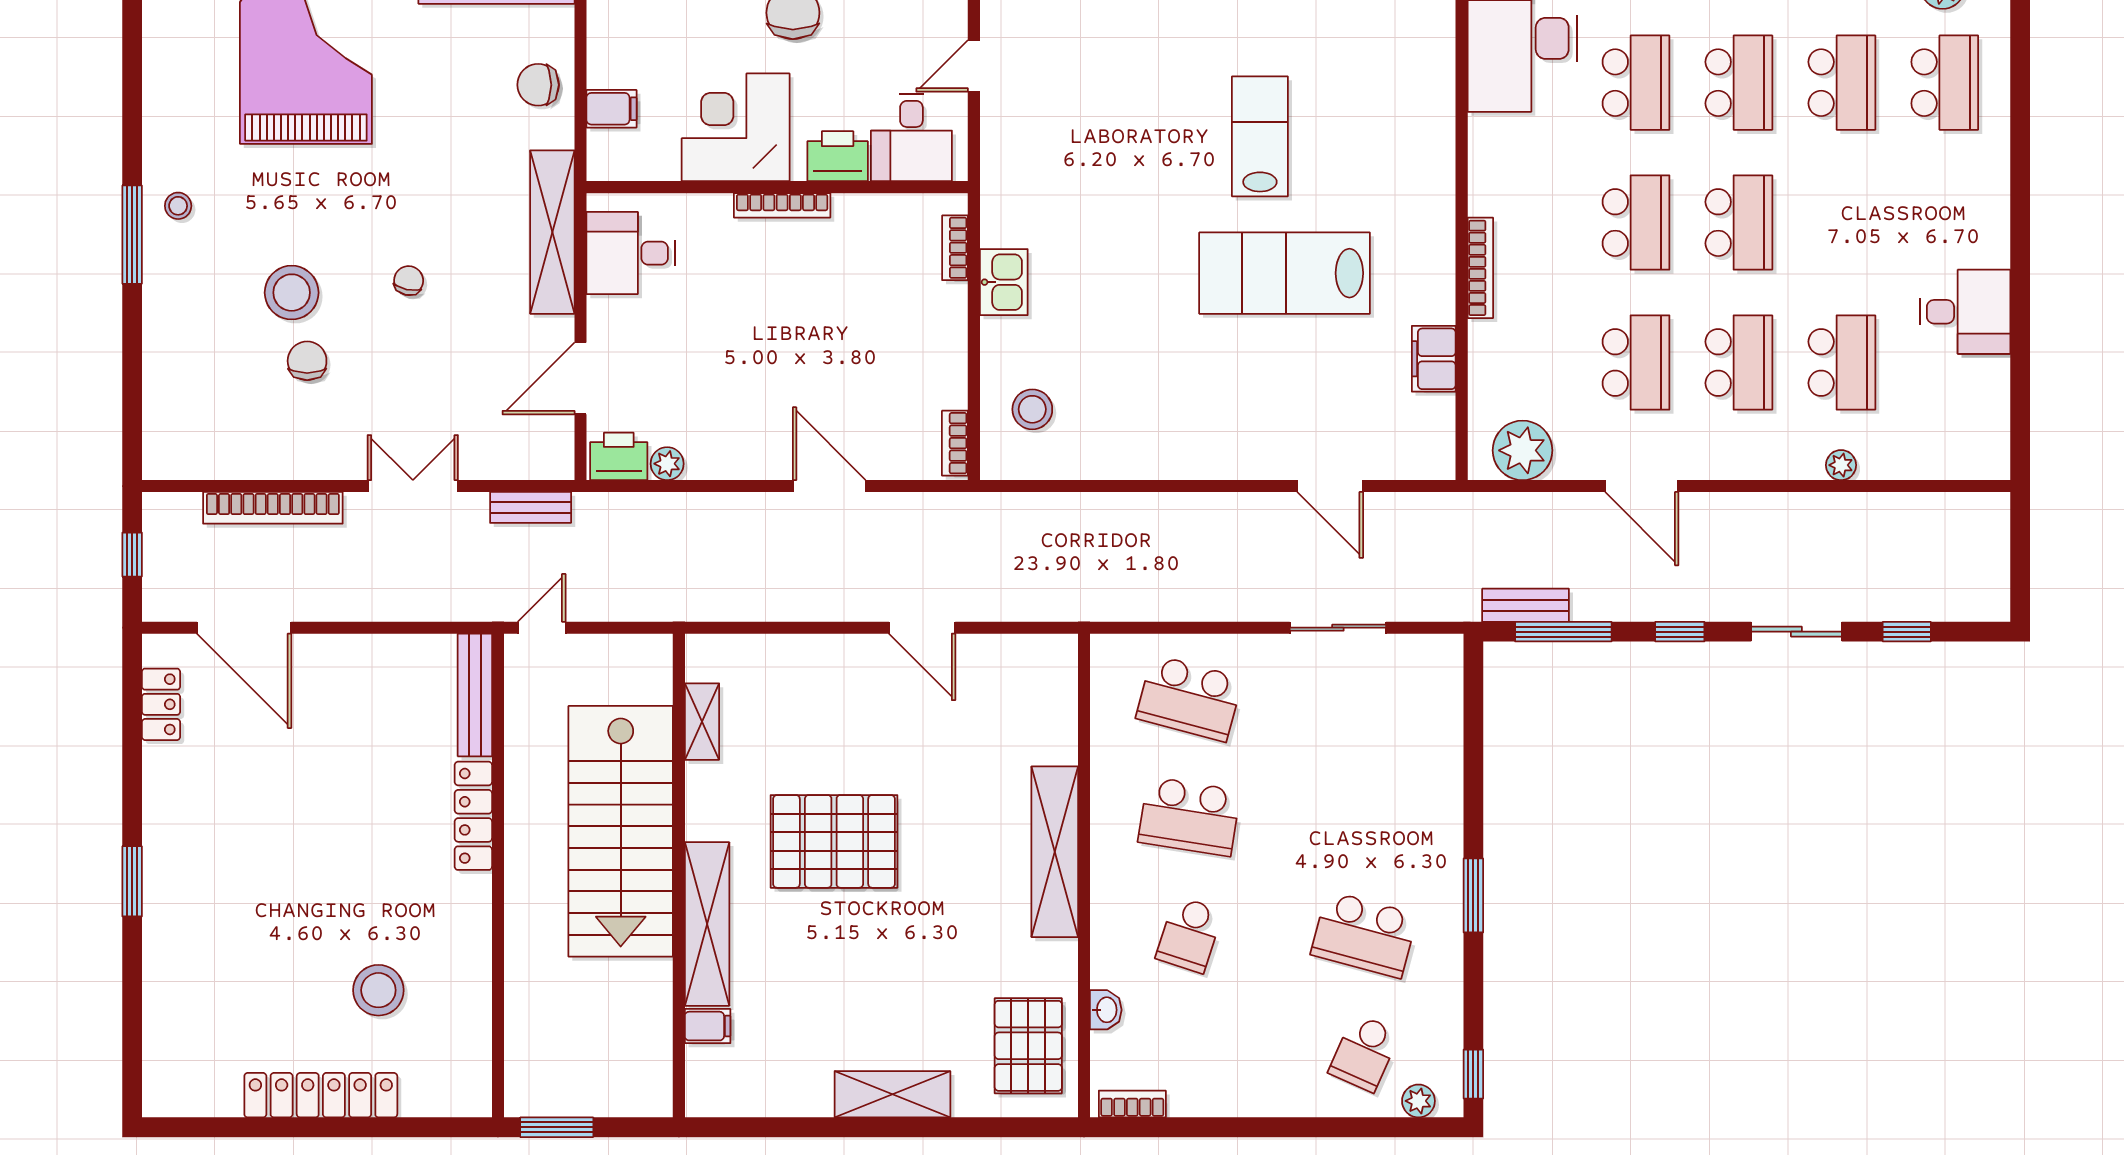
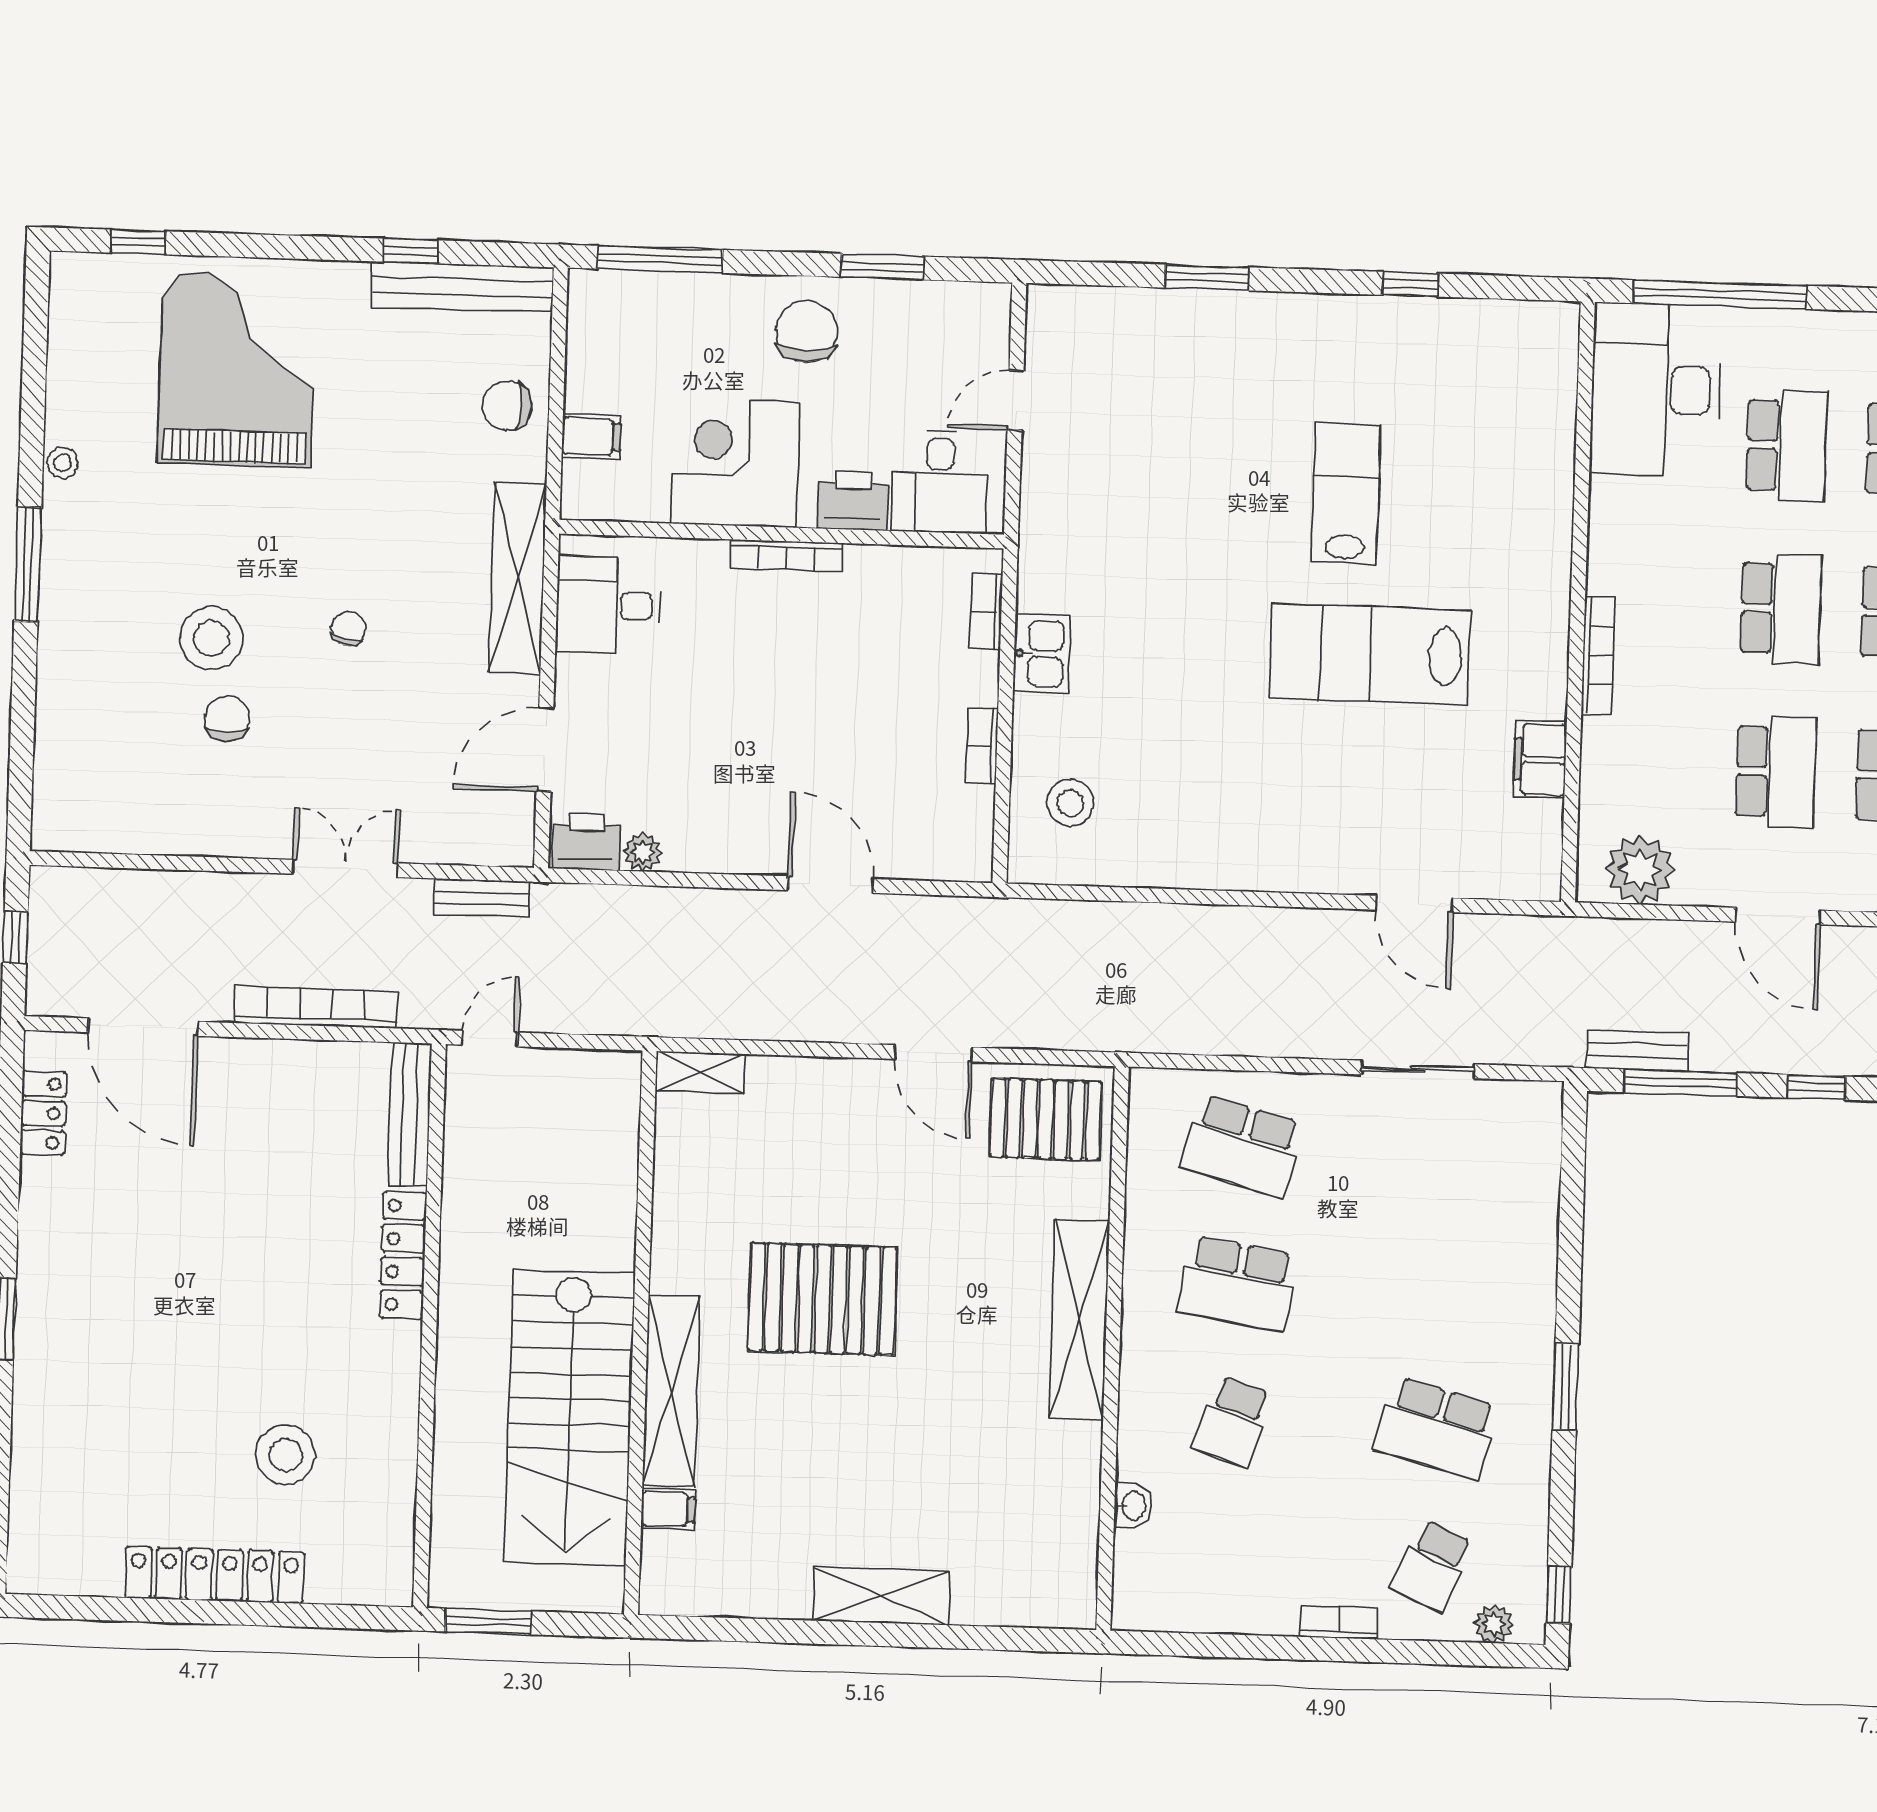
stool: (178, 206) -> (63, 463), moved
bookcase: (955, 443) -> (982, 746), moved
bookcase: (273, 508) -> (316, 1007), moved, turned 180
shelving: (702, 722) -> (700, 1073), moved, turned 90
stairs: (621, 831) -> (570, 1417), moved
pallet: (1028, 1046) -> (1046, 1119), moved, turned 90
bookcase: (1132, 1104) -> (1339, 1623), moved

